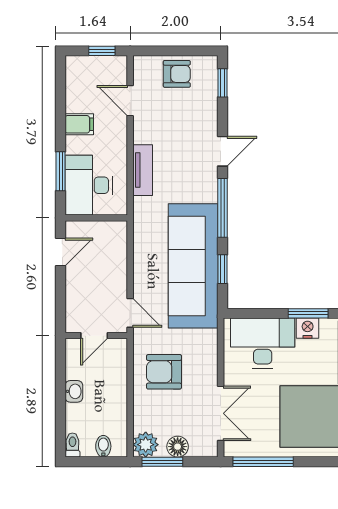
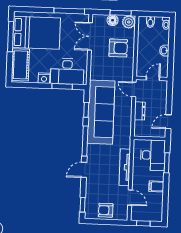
tv unit: (143, 170) -> (125, 167), width x1.41
dresser: (117, 271) -> (140, 111), added
window: (308, 313) -> (62, 86), moved
armchair: (164, 372) -> (118, 48), moved

